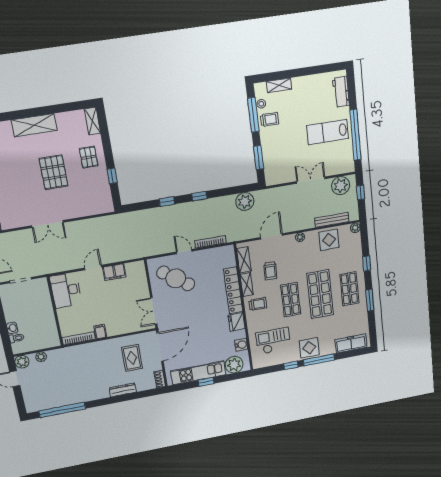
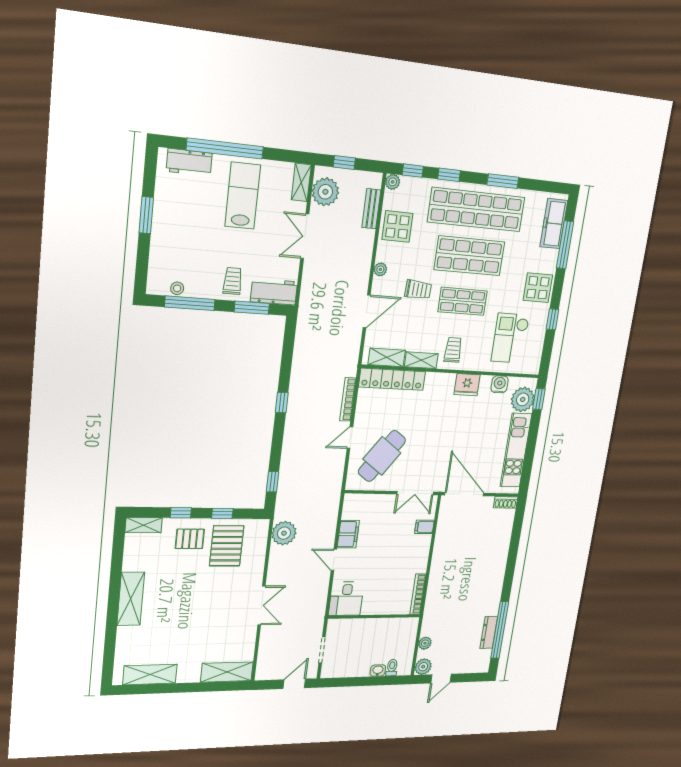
window: (303, 72) -> (146, 215), added
shelving: (279, 85) -> (301, 182), moved
trolley: (269, 119) -> (233, 281), moved
lab bench: (328, 132) -> (243, 196), turned 180
window: (356, 135) -> (225, 148), moved
window: (107, 146) -> (181, 513), added
workbench: (272, 170) -> (274, 292), added
pallet: (54, 172) -> (227, 546), moved, turned 90
plant: (245, 201) -> (284, 533), moved
window: (167, 202) -> (272, 482), moved
bench: (332, 220) -> (371, 209), width x0.73
door: (271, 236) -> (367, 311), swing flipped
window: (365, 239) -> (413, 171), added
trolley: (270, 271) -> (418, 290), moved
shop shelf: (349, 289) -> (476, 210), width x2.00, depth x1.36
desk: (66, 290) -> (346, 599), width x0.73
locker: (233, 290) -> (392, 379), moved
filing cabinet: (100, 332) -> (424, 527), moved
rug: (132, 358) -> (466, 533), removed
window: (319, 360) -> (565, 245), moved
window: (206, 382) -> (539, 399), moved
dresser: (123, 390) -> (489, 632), moved

